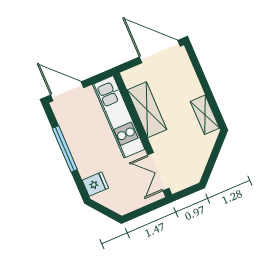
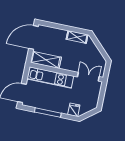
shelving: (147, 110) -> (46, 60), moved
double door: (158, 172) -> (88, 77), swing flipped

